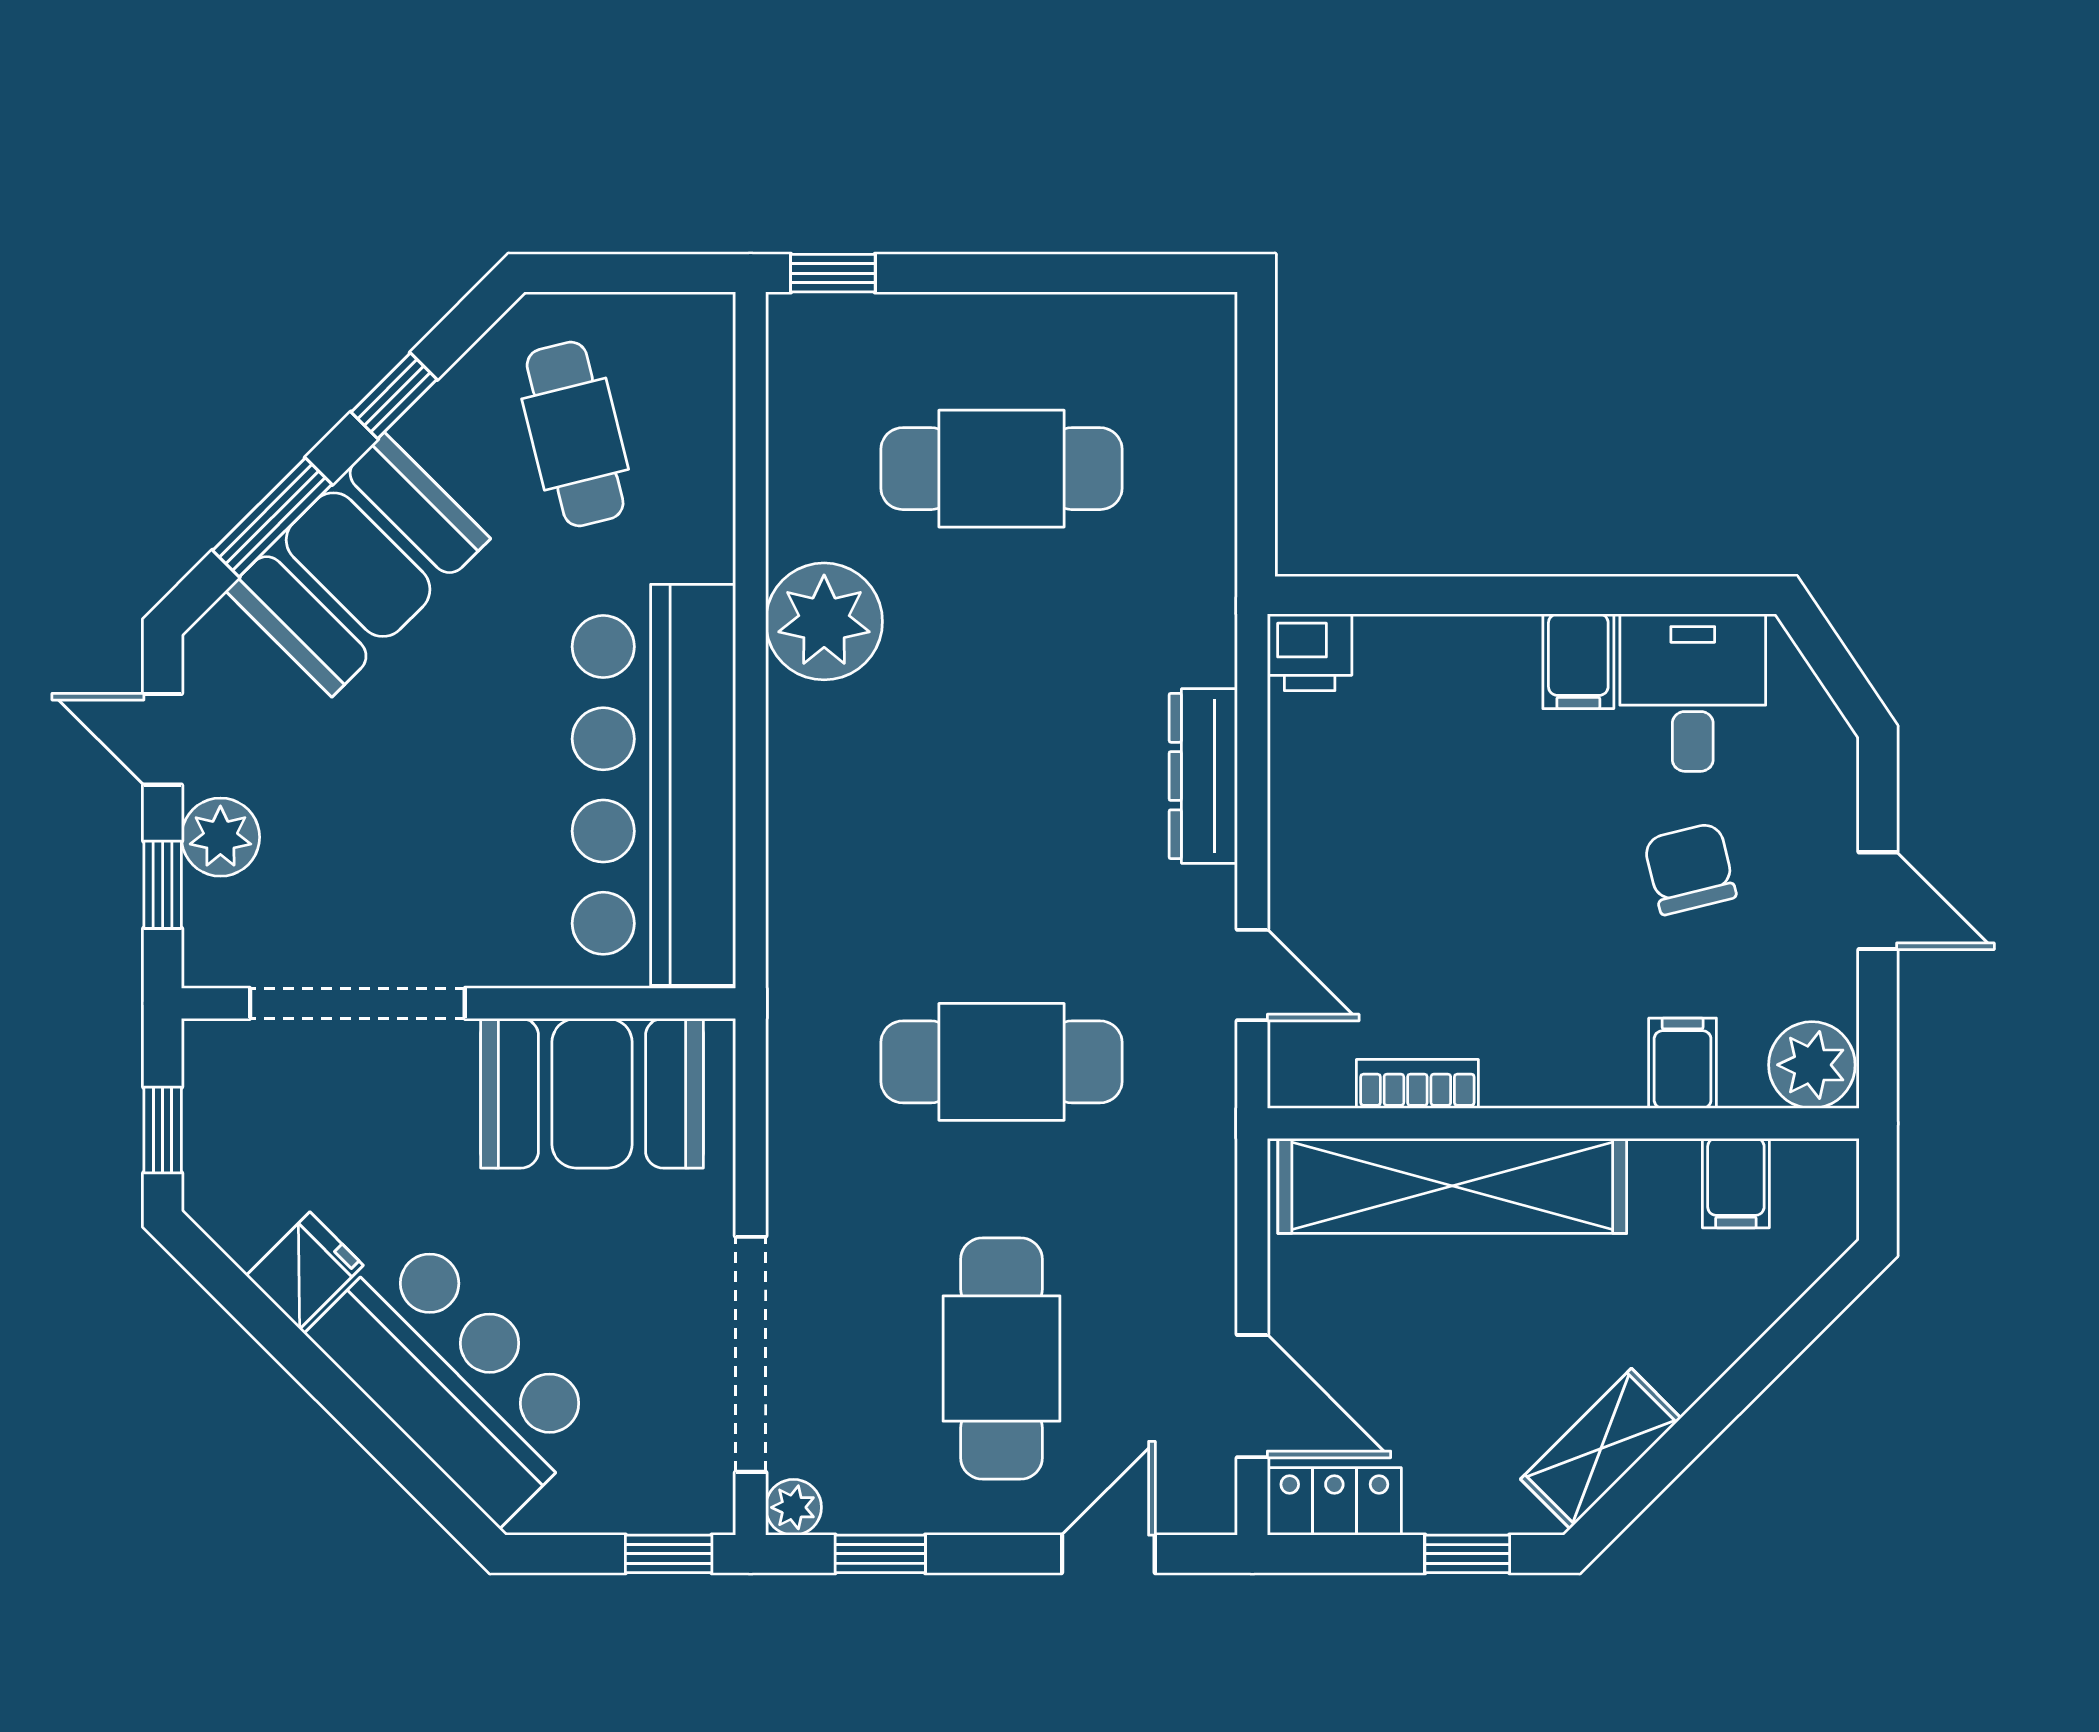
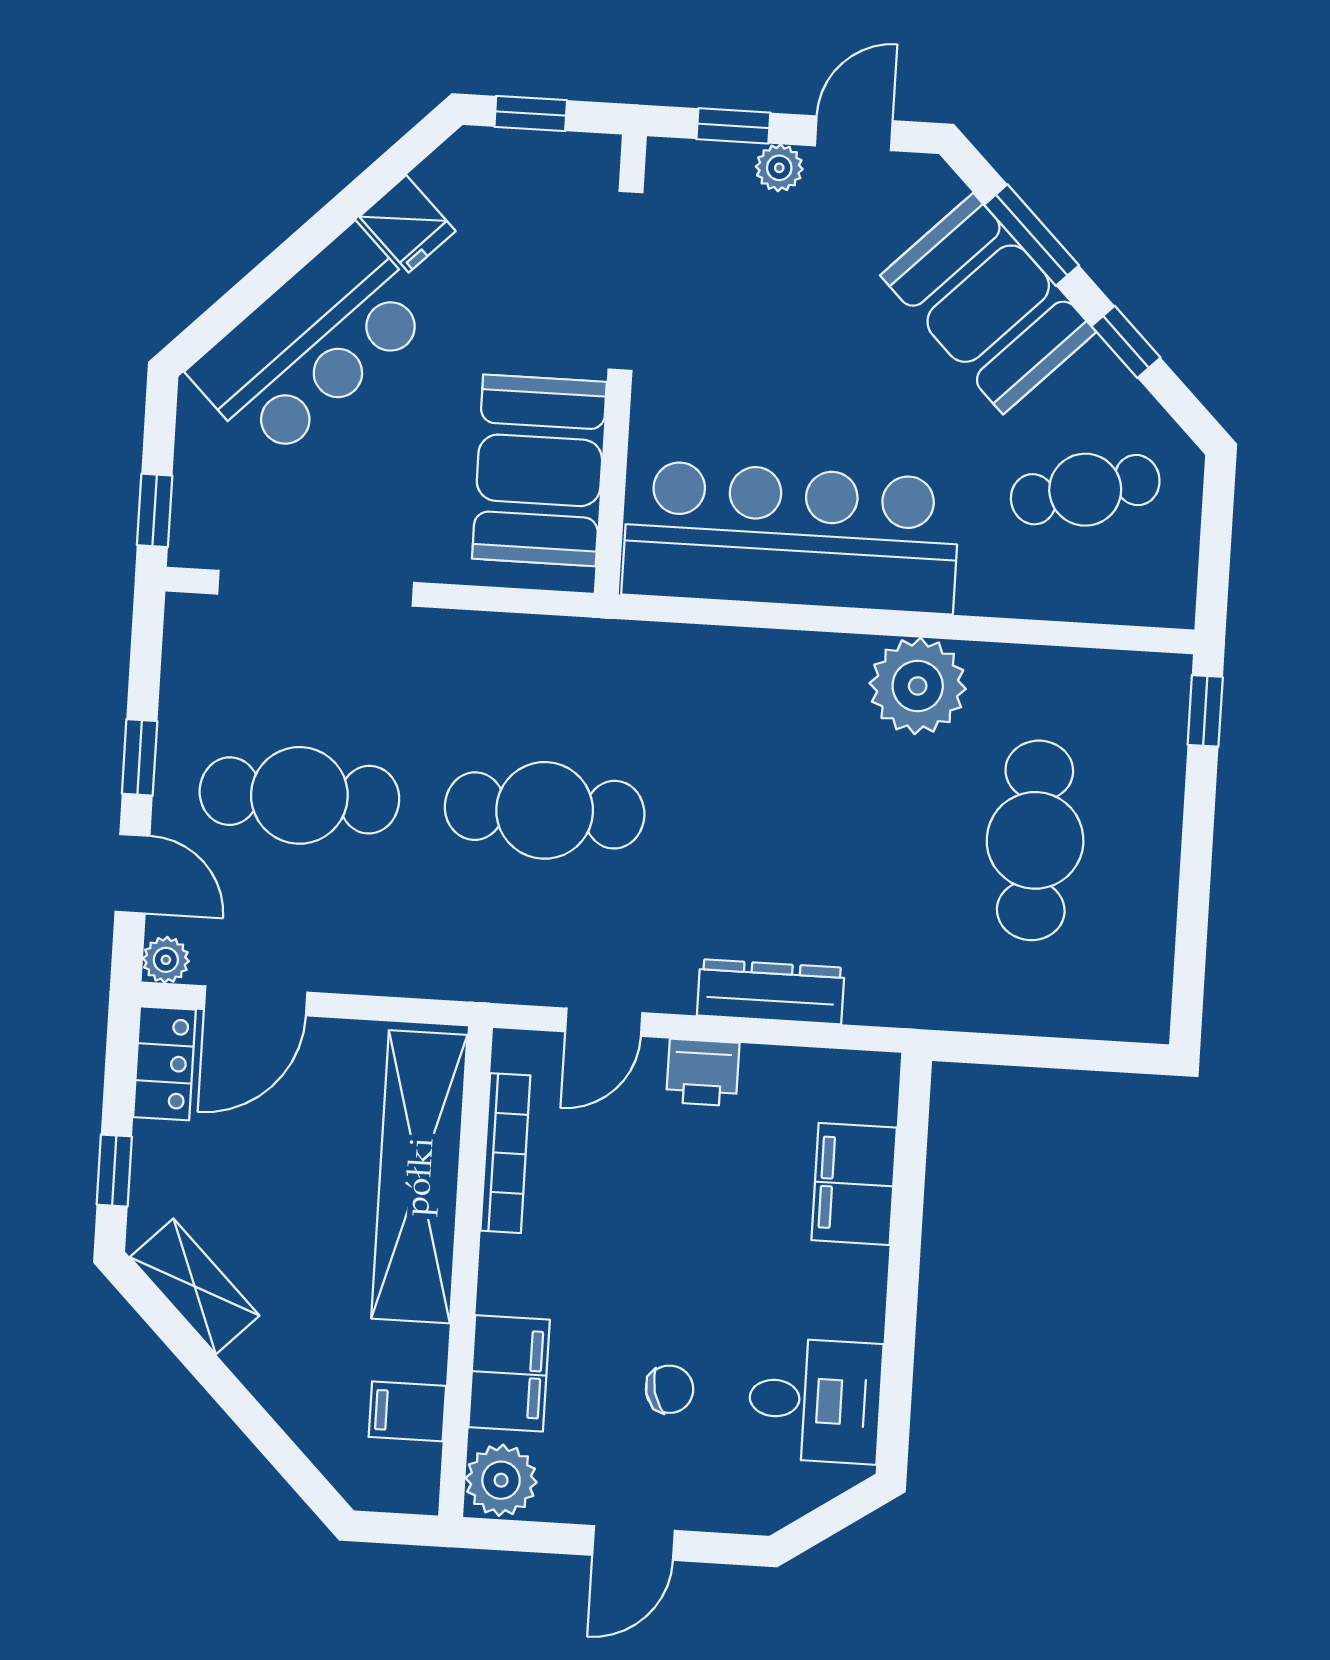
printer: (1310, 652) -> (703, 1073), moved, turned -90
filing cabinet: (1578, 661) -> (854, 1184), moved, width x2.00
plant: (220, 837) -> (779, 168), width x0.73, depth x0.73
chair: (1690, 869) -> (670, 1389), width x0.73, depth x0.73
cafe table: (1001, 1062) -> (545, 810), turned 90
filing cabinet: (1683, 1063) -> (509, 1373), width x2.00
bookcase: (1417, 1084) -> (505, 1153), width x1.56
plant: (793, 1507) -> (166, 960), moved
window: (880, 1554) -> (140, 757), moved

